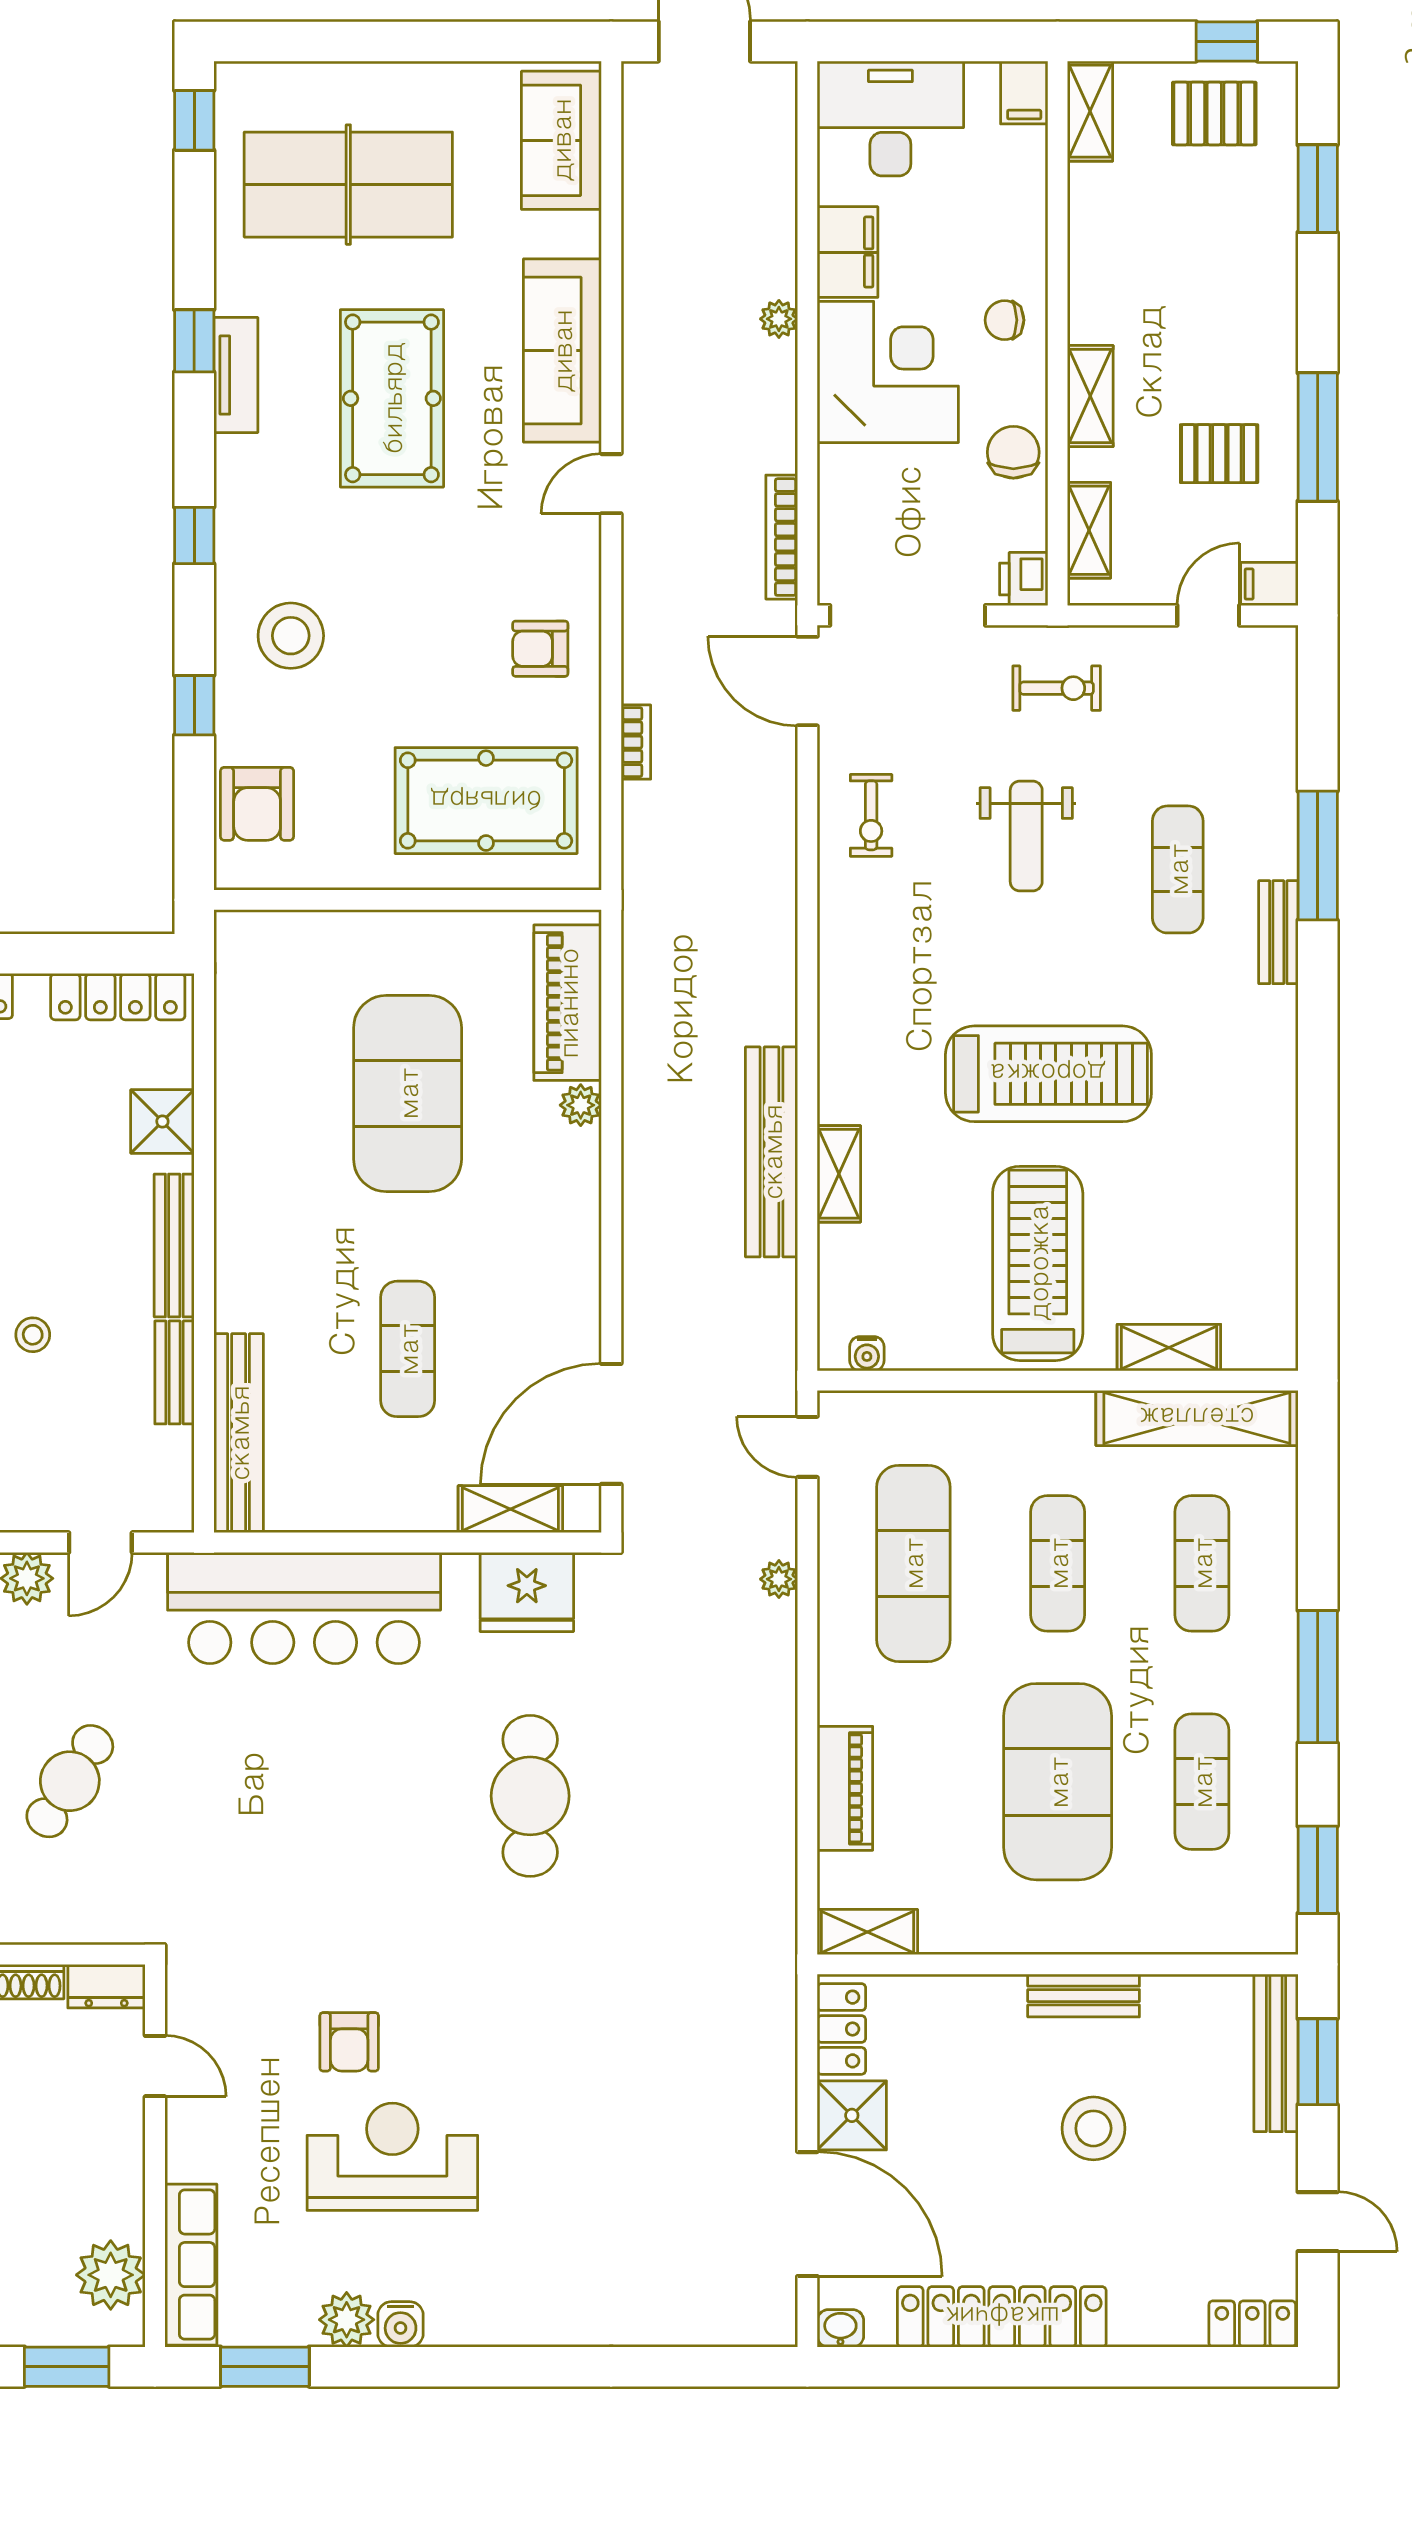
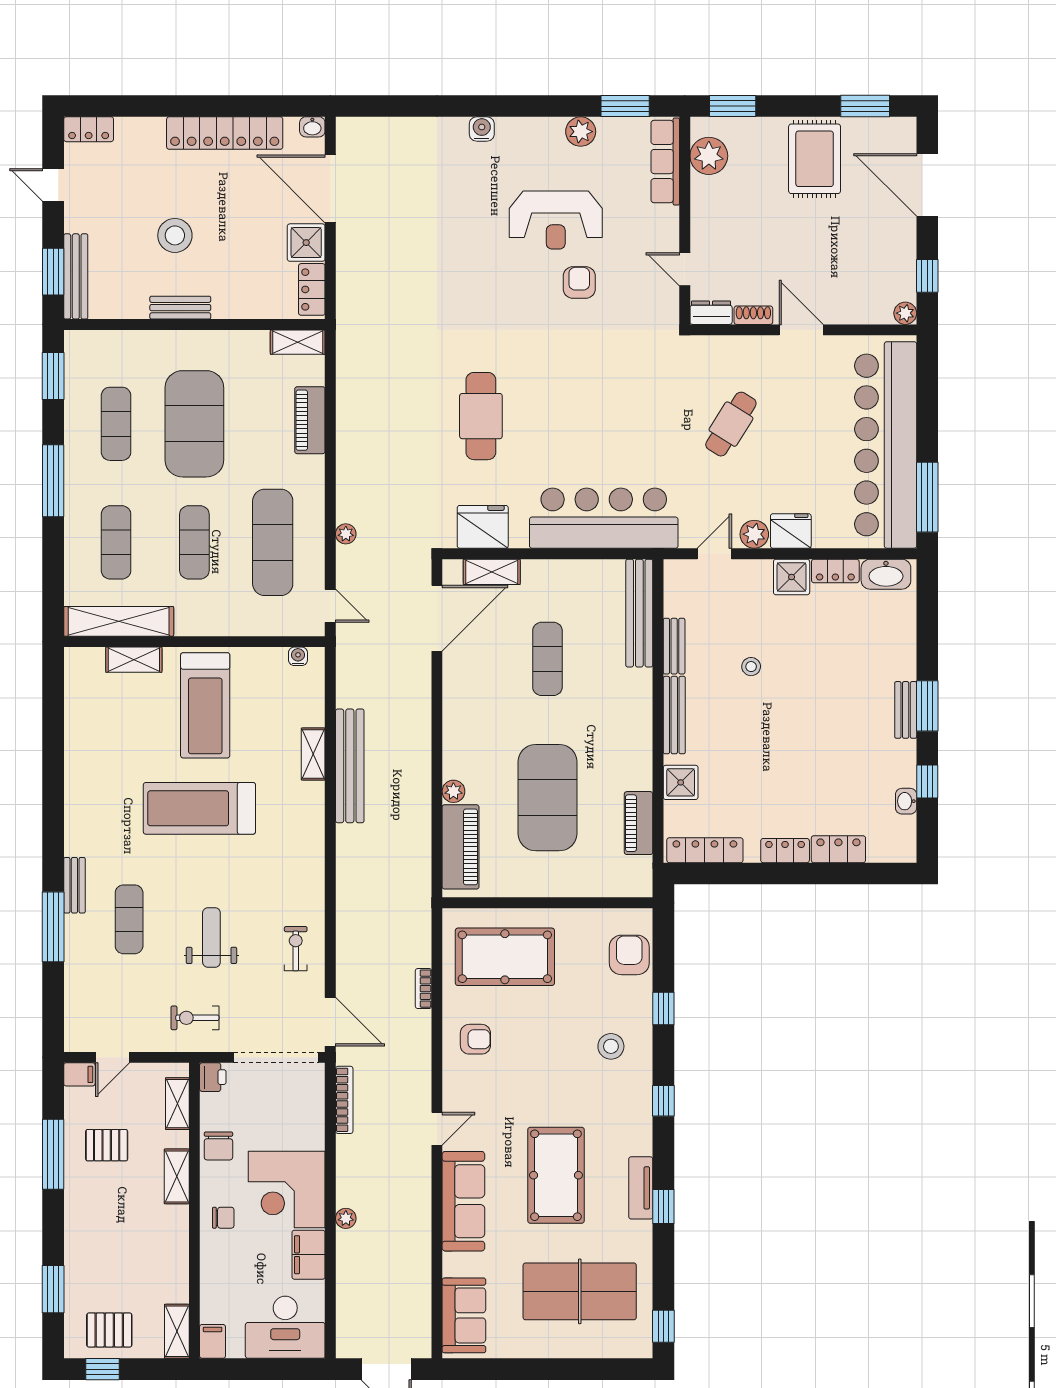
stool: (291, 636) -> (611, 1046), width x0.73, depth x0.73
piano: (240, 1047) -> (639, 823), added
water cooler: (401, 2324) -> (482, 129), moved

